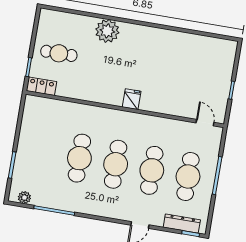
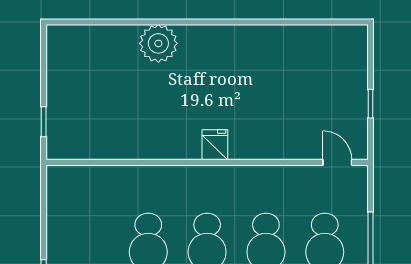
cafe table: (59, 53) -> (88, 92), removed
locker: (41, 86) -> (69, 148), removed

